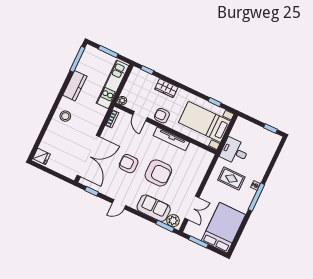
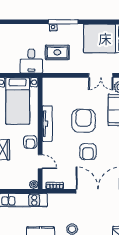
door: (140, 116) -> (40, 162), hinge flipped
rug: (231, 178) -> (57, 52), turned 90
double door: (192, 208) -> (101, 75), swing flipped

